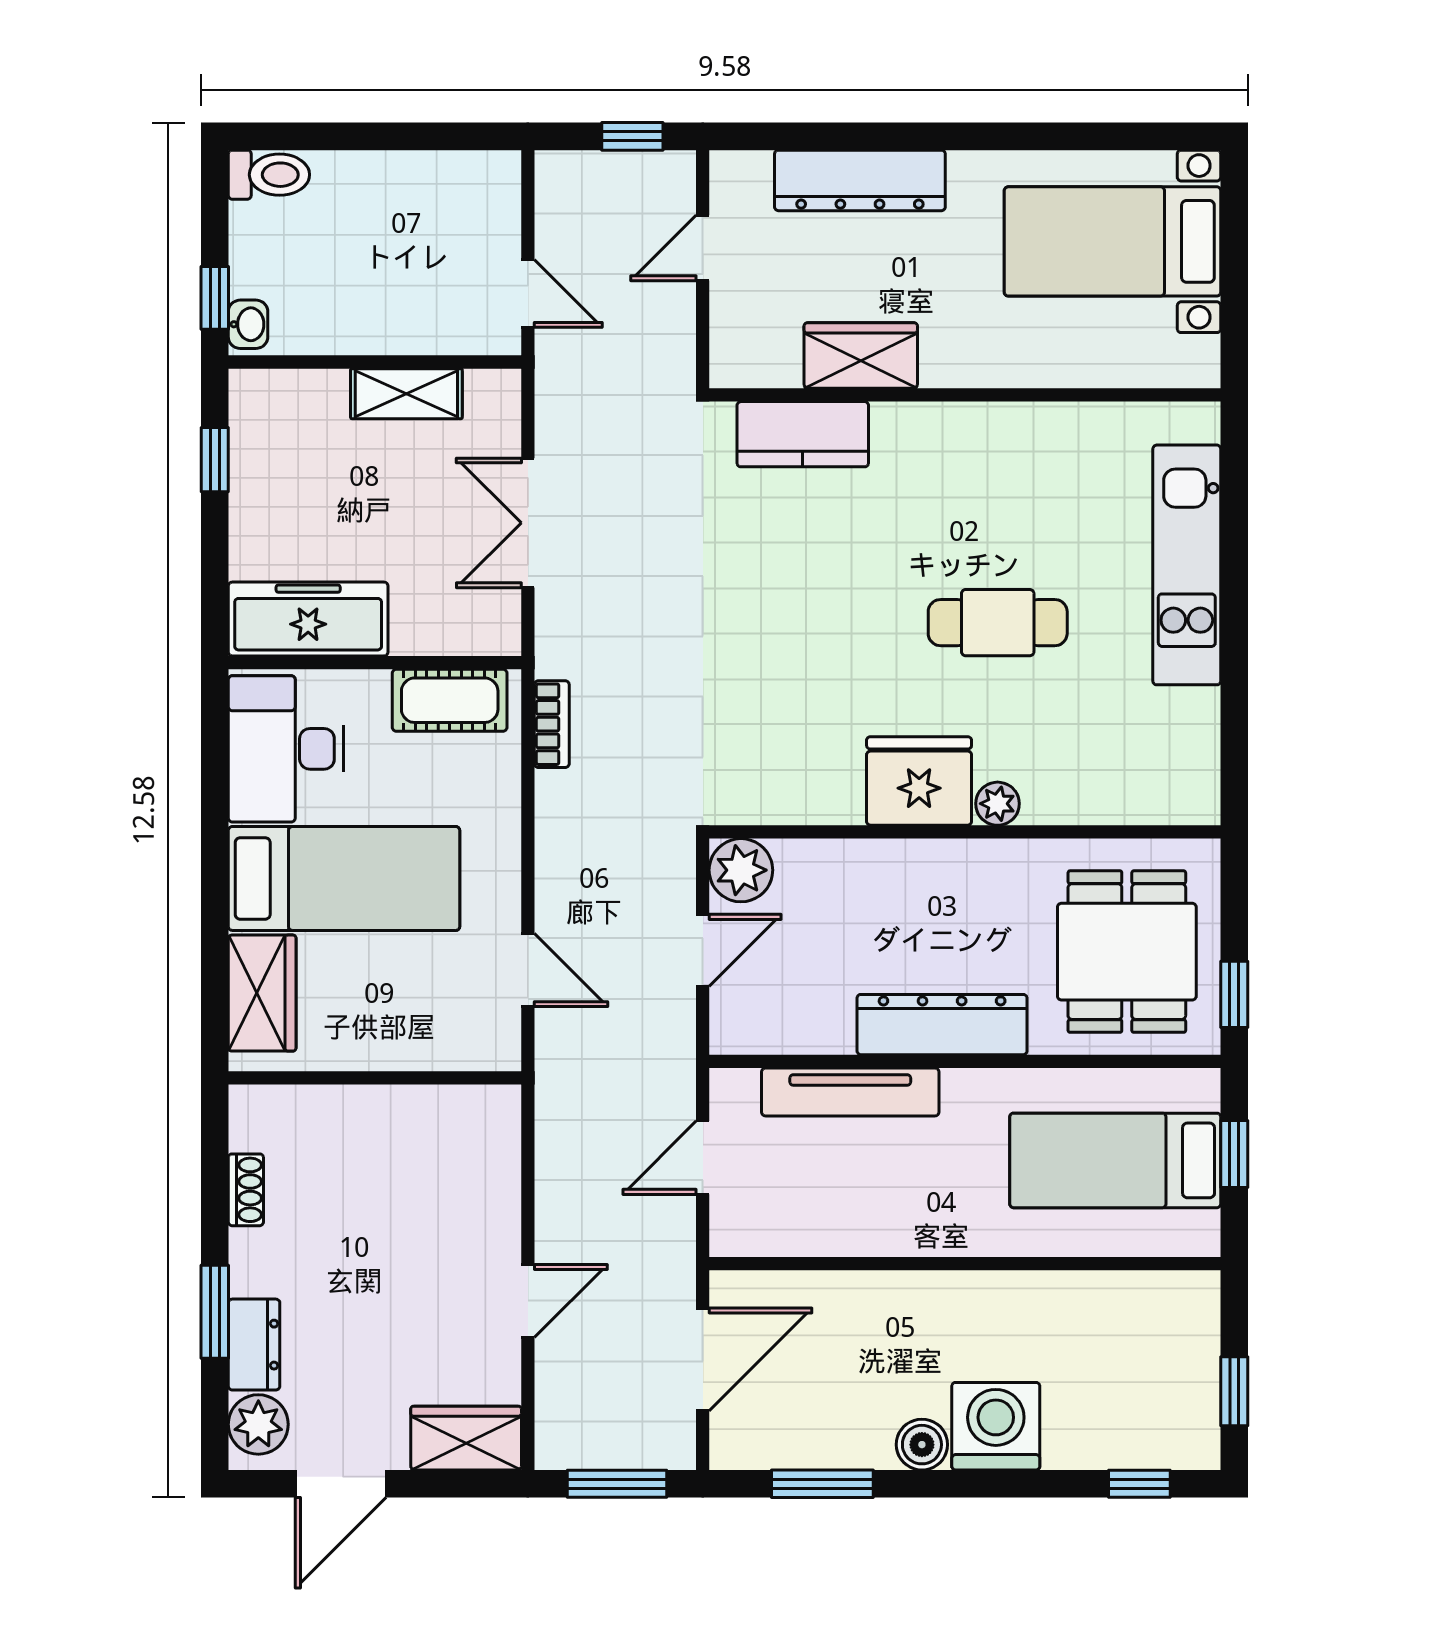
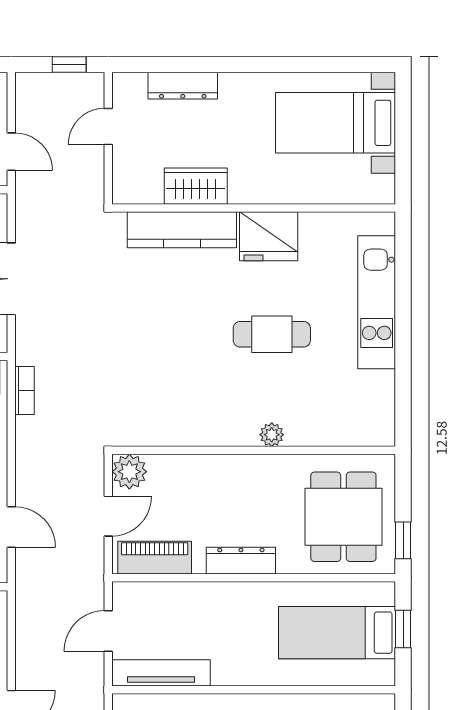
dresser: (860, 180) -> (183, 86), width x0.73, depth x0.80
kitchen counter: (803, 434) -> (182, 230), width x1.50
fridge: (919, 781) -> (269, 236), moved, turned 180
piano: (787, 1025) -> (155, 558), added
dresser: (942, 1025) -> (241, 561), width x0.73, depth x0.80
tv unit: (850, 1092) -> (161, 673), moved, turned 180

